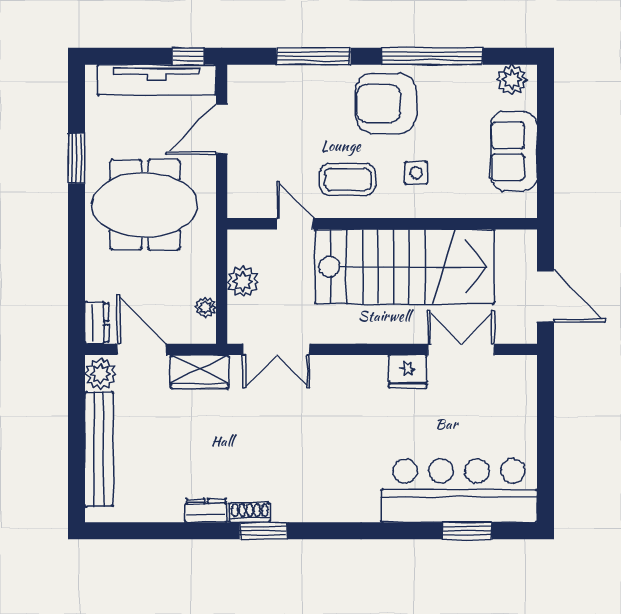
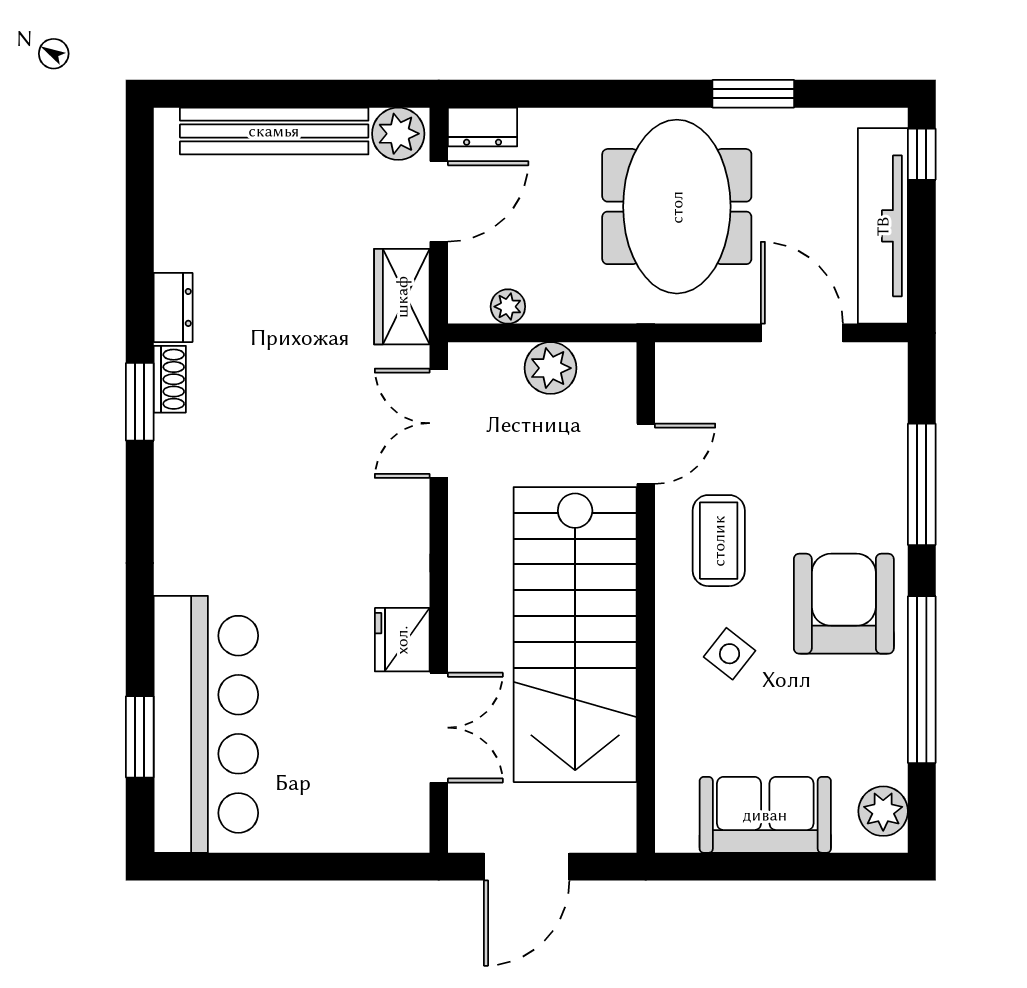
window: (188, 56) -> (922, 154), moved
side table: (416, 173) -> (730, 654), turned 38

